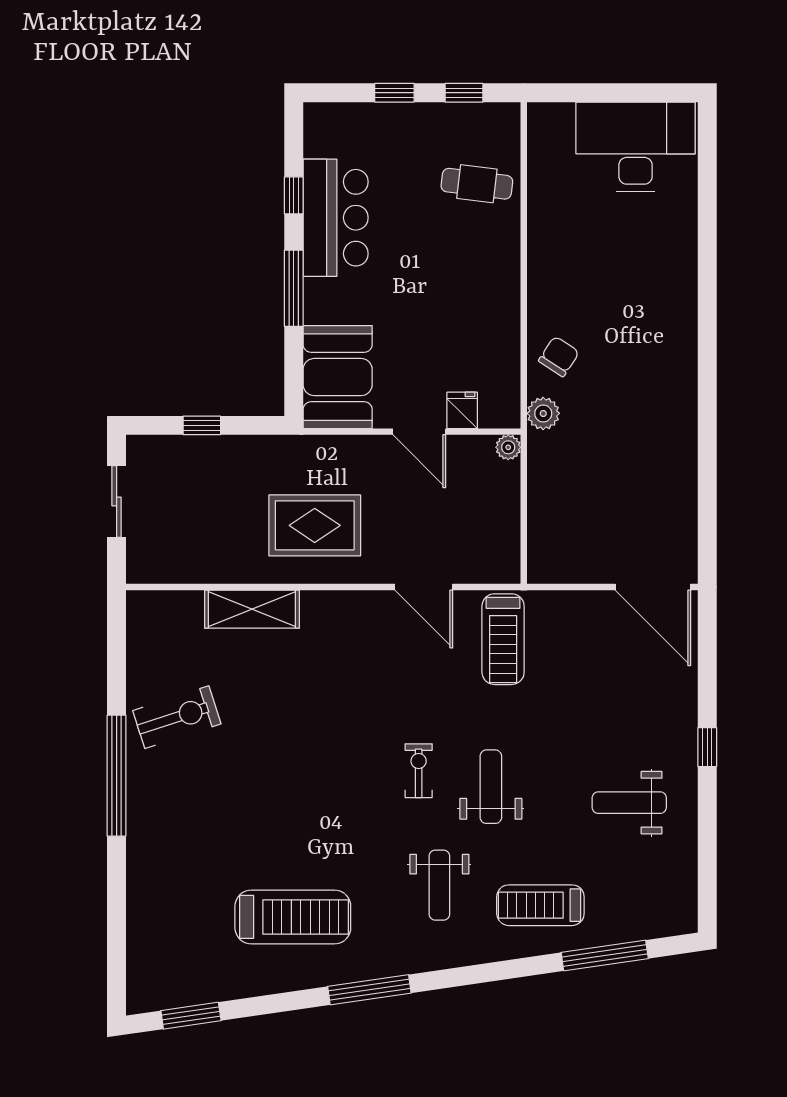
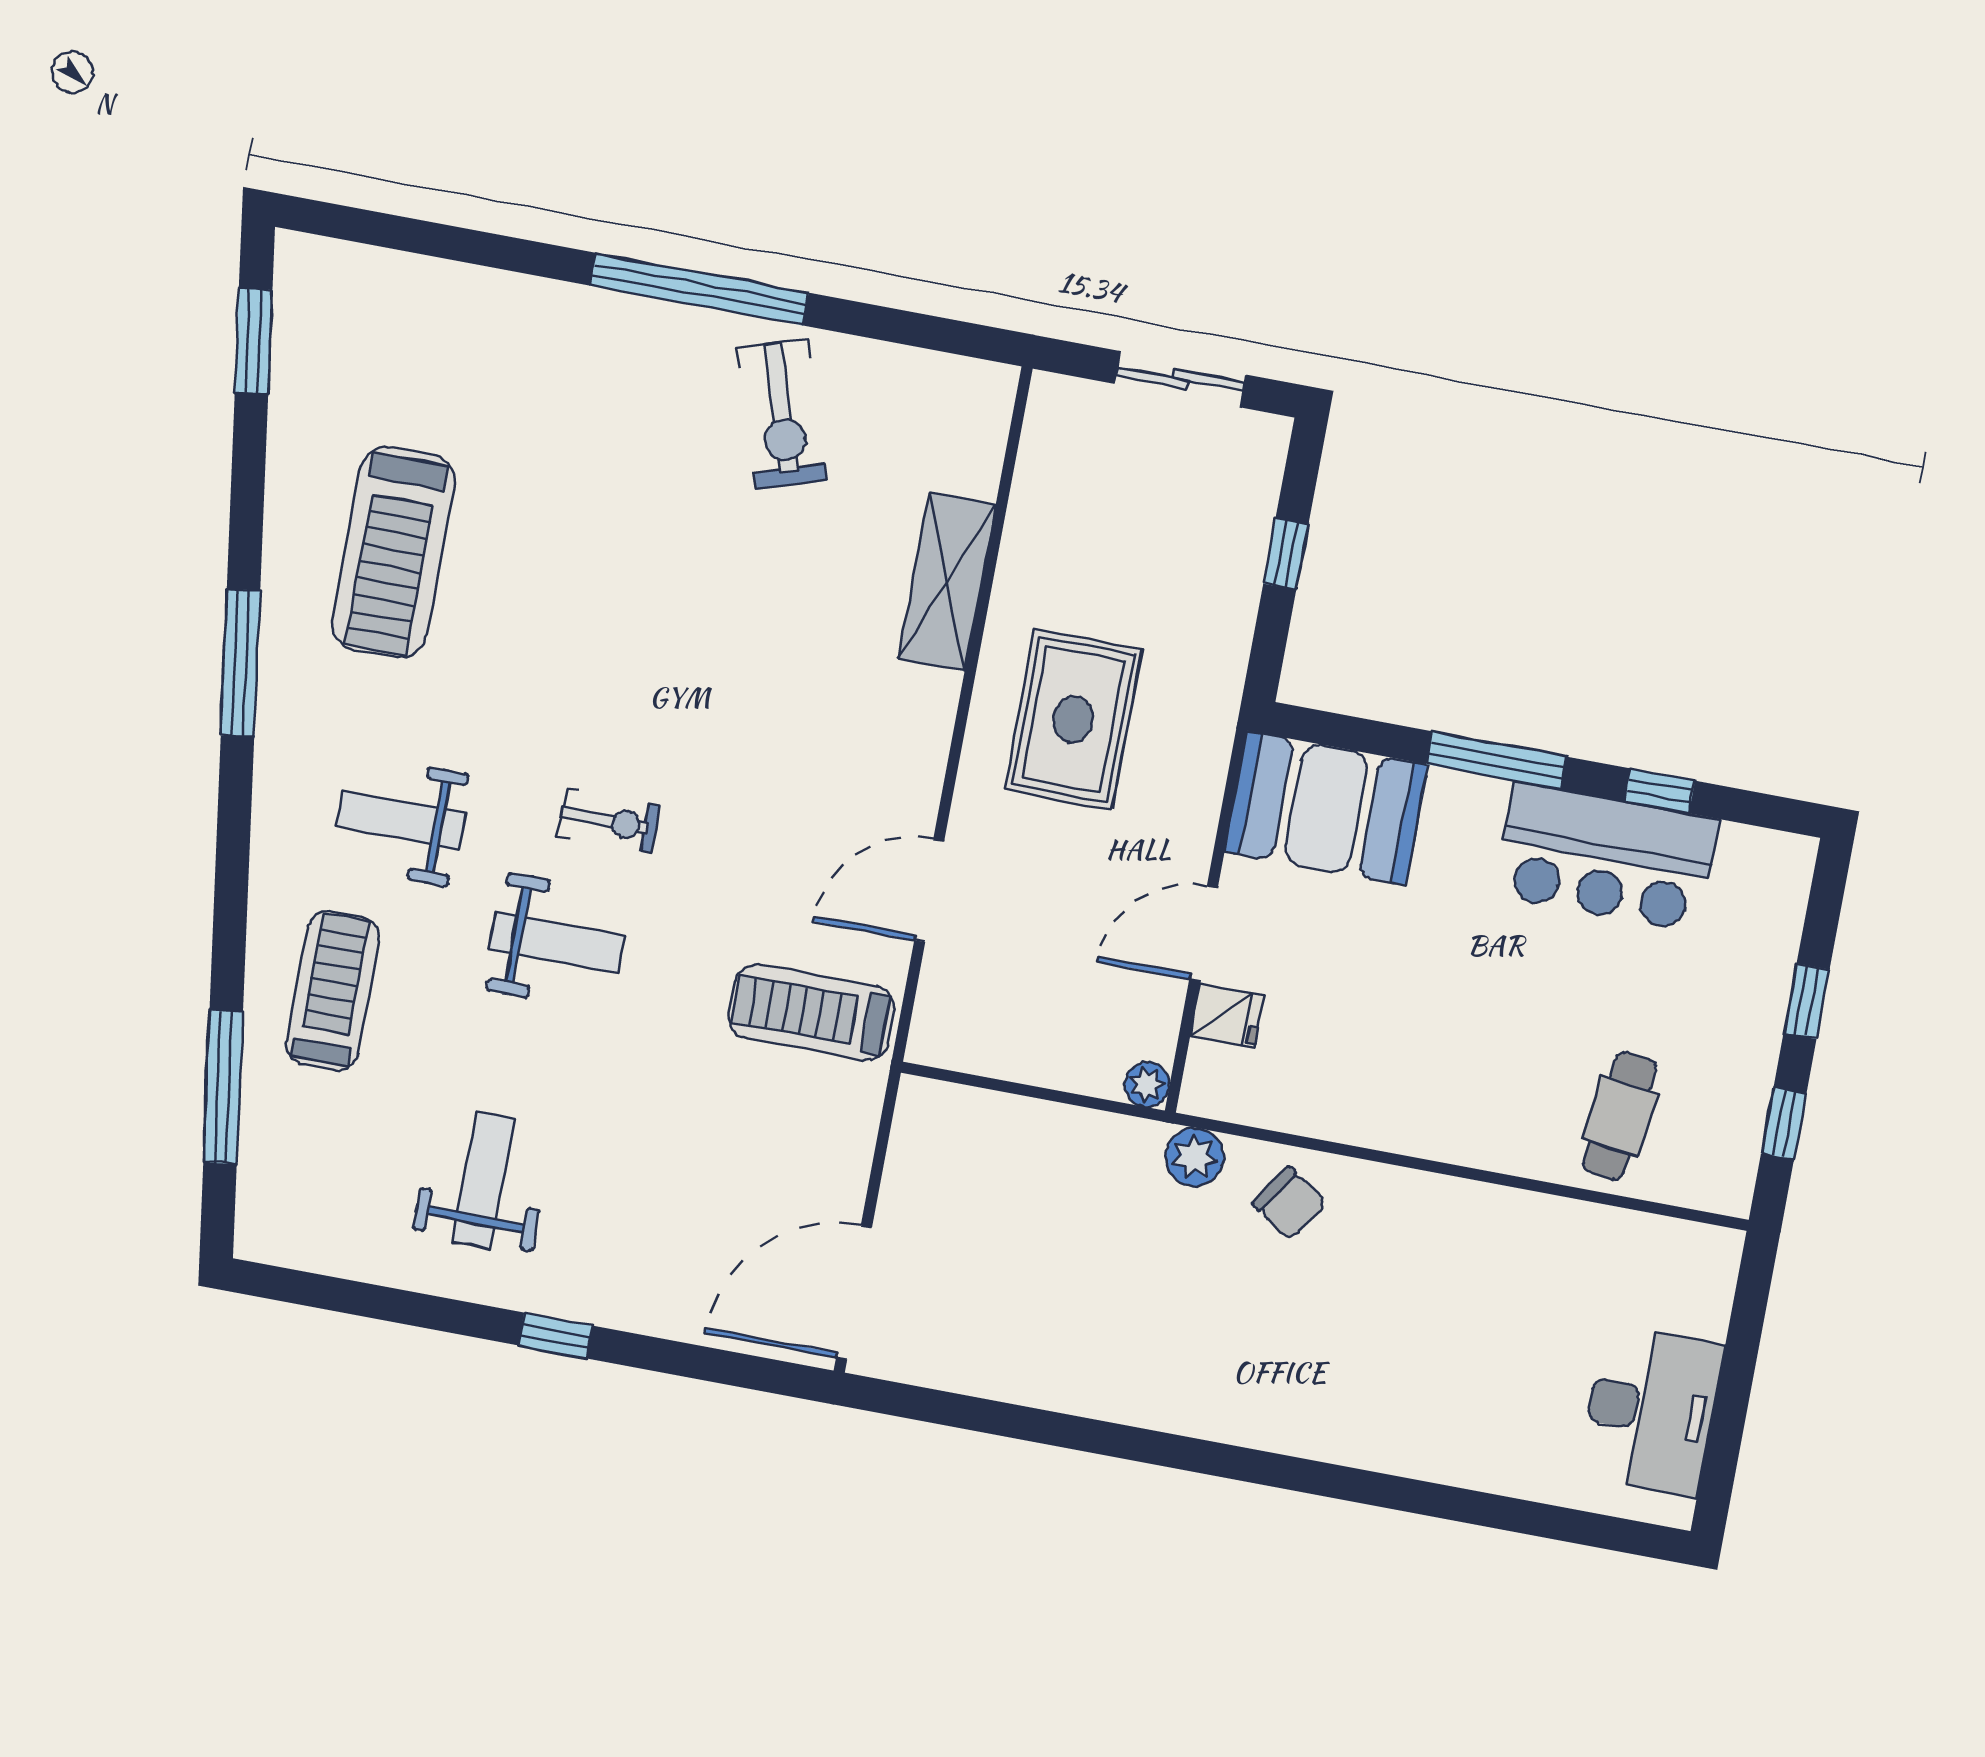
desk: (636, 147) -> (1651, 1410), width x0.73, depth x0.77

